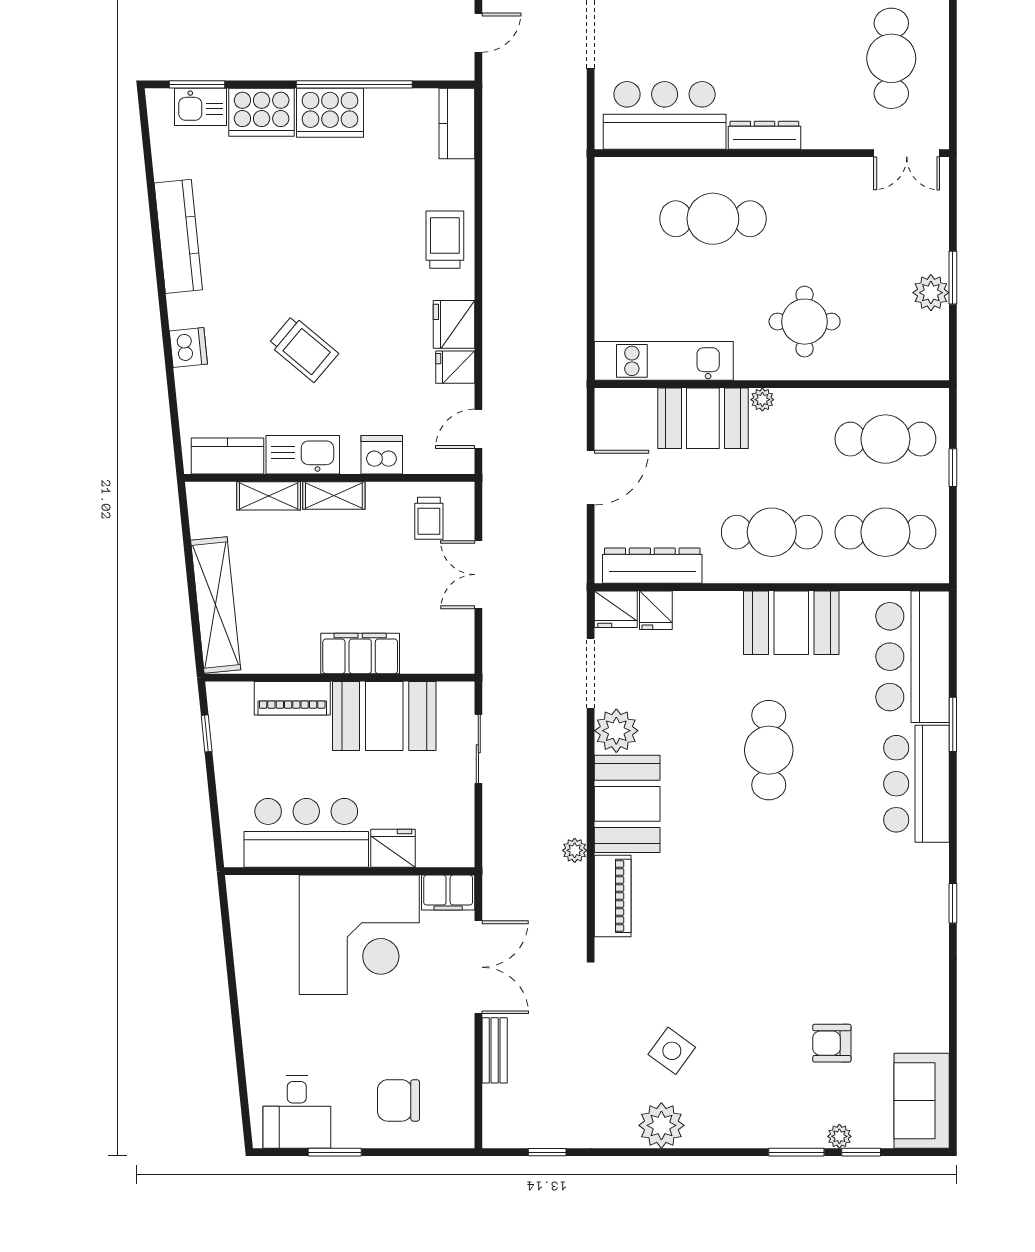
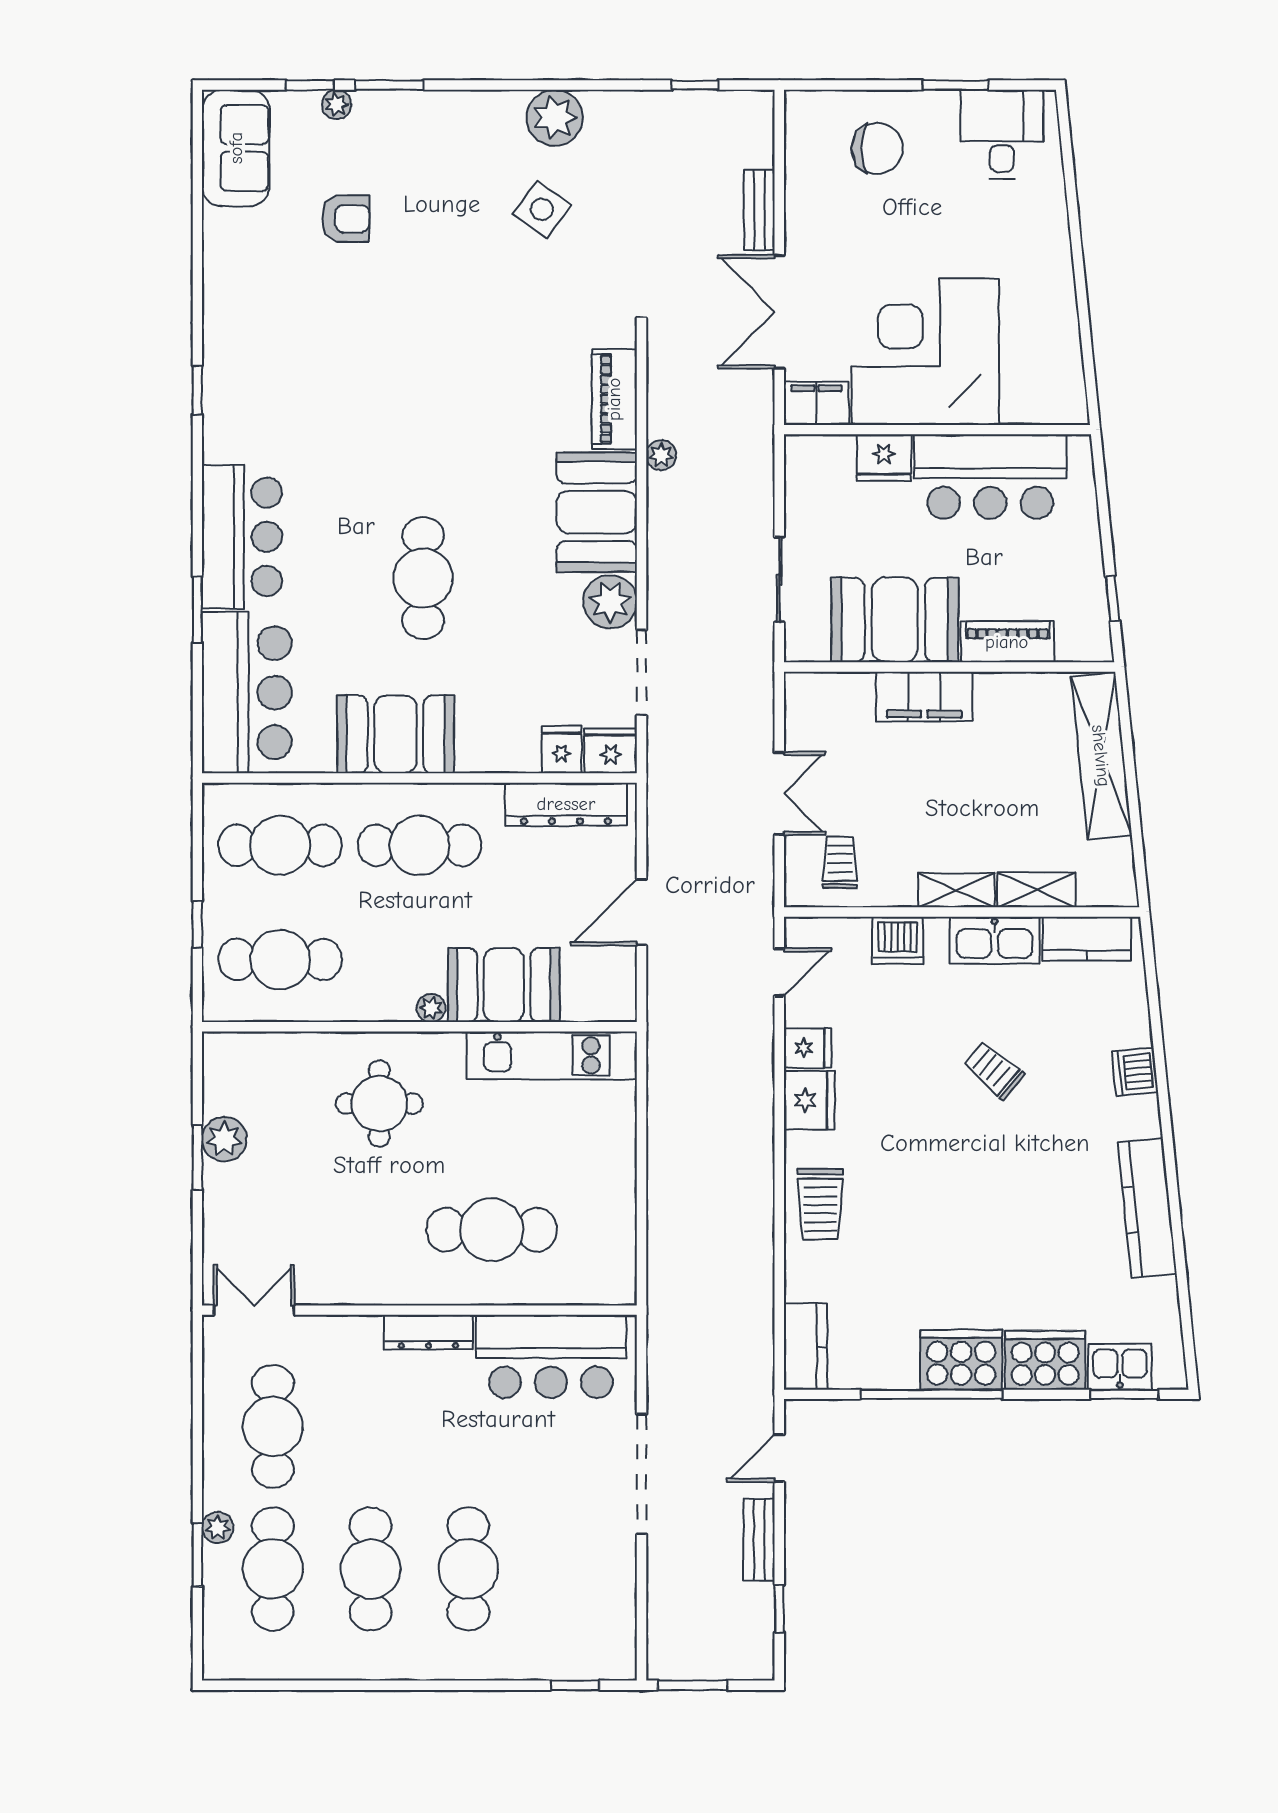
trolley: (303, 349) -> (994, 1070), width x0.73, depth x0.72

